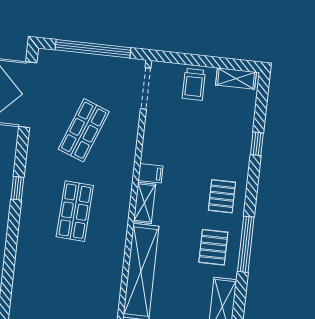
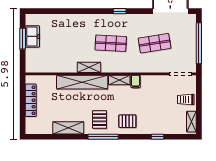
shop shelf: (84, 130) -> (155, 43), turned -30
pallet: (213, 247) -> (100, 120), turned 90
shelving: (115, 256) -> (89, 67), added

